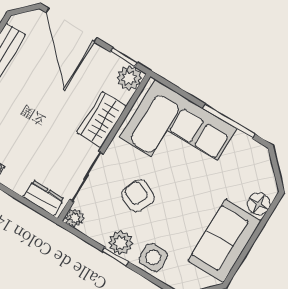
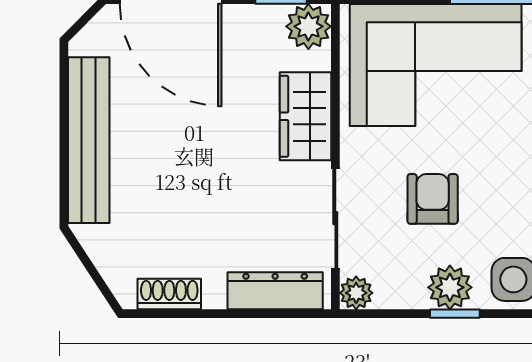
armchair: (138, 196) -> (433, 199), turned 67
dresser: (44, 198) -> (275, 291), width x1.44

